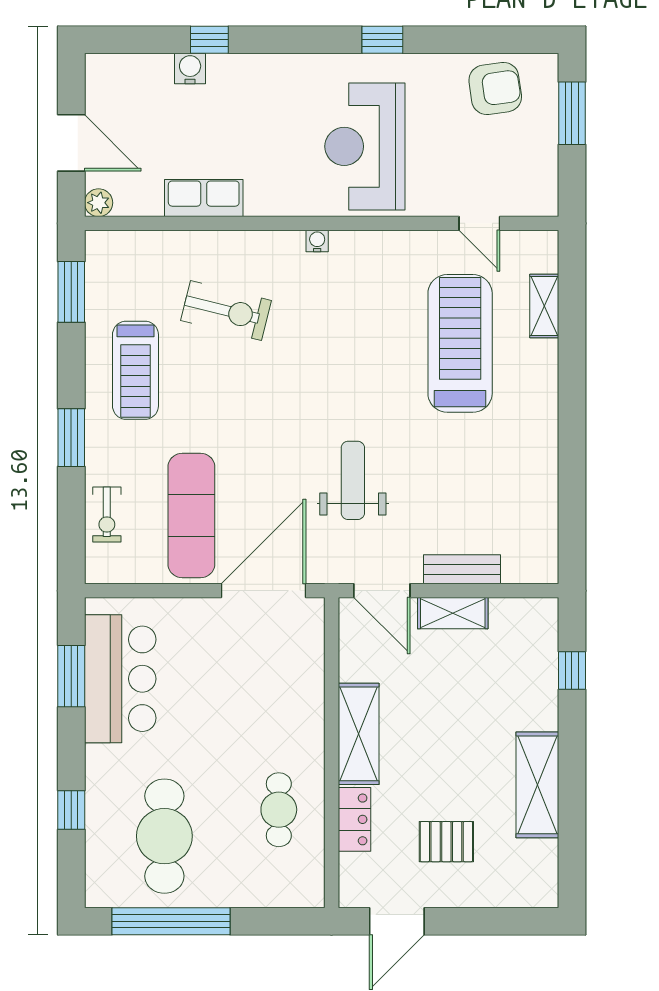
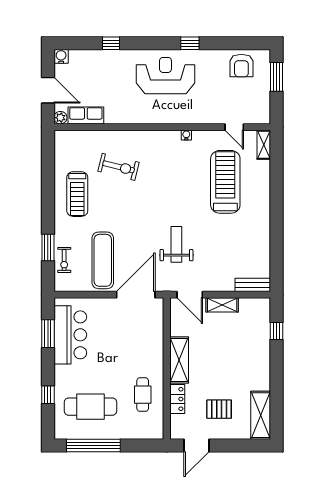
water cooler: (190, 69) -> (61, 56), moved
armchair: (495, 88) -> (241, 66), turned 98
reception desk: (365, 146) -> (165, 76), moved, turned 90
row of seats: (204, 198) -> (86, 116), moved
water cooler: (317, 241) -> (186, 135), moved
window: (71, 292) -> (48, 158), removed
shelving: (544, 306) -> (264, 145), moved
window: (71, 438) -> (48, 247), moved
bench: (462, 569) -> (253, 285), moved
shelving: (537, 785) -> (261, 415), moved
cafe table: (164, 836) -> (90, 407), turned 90

